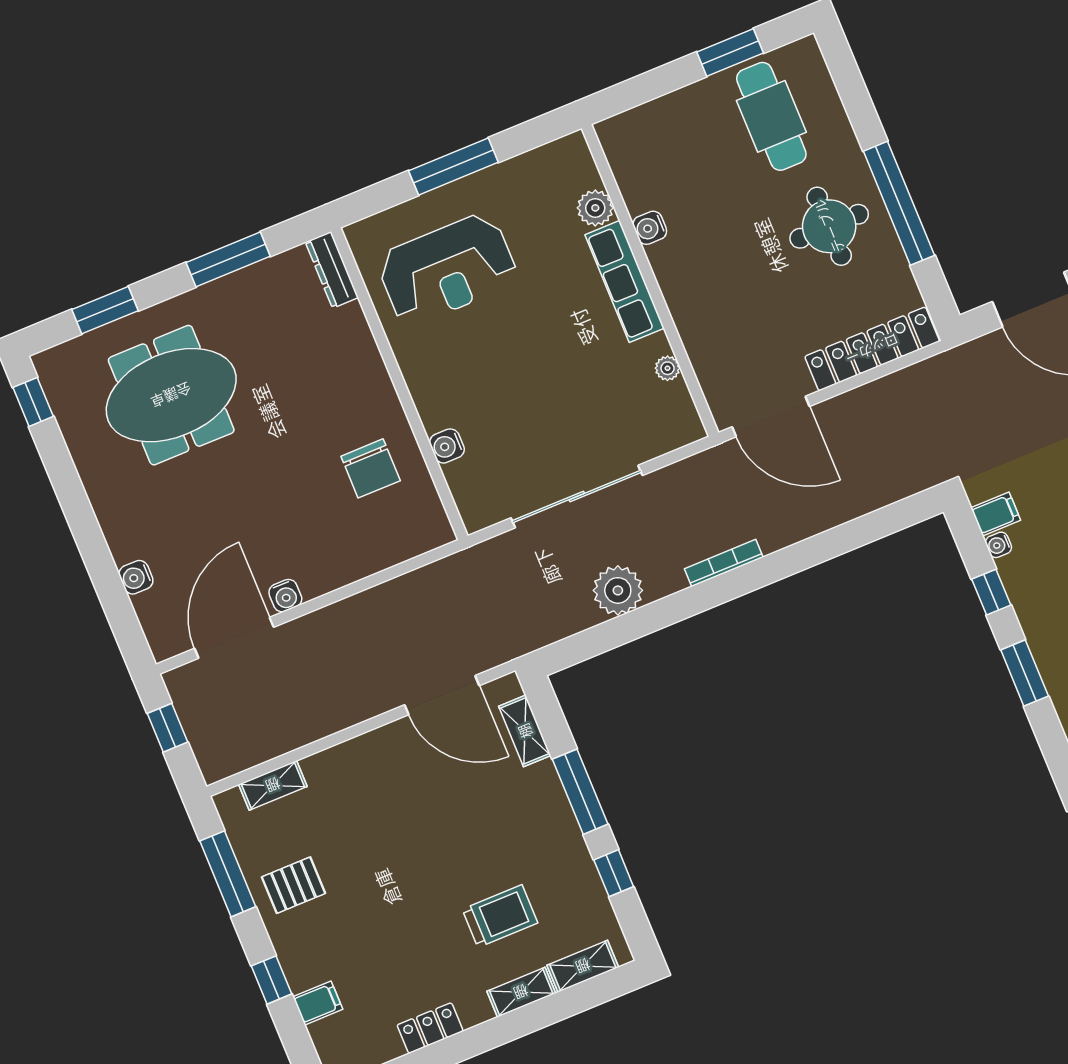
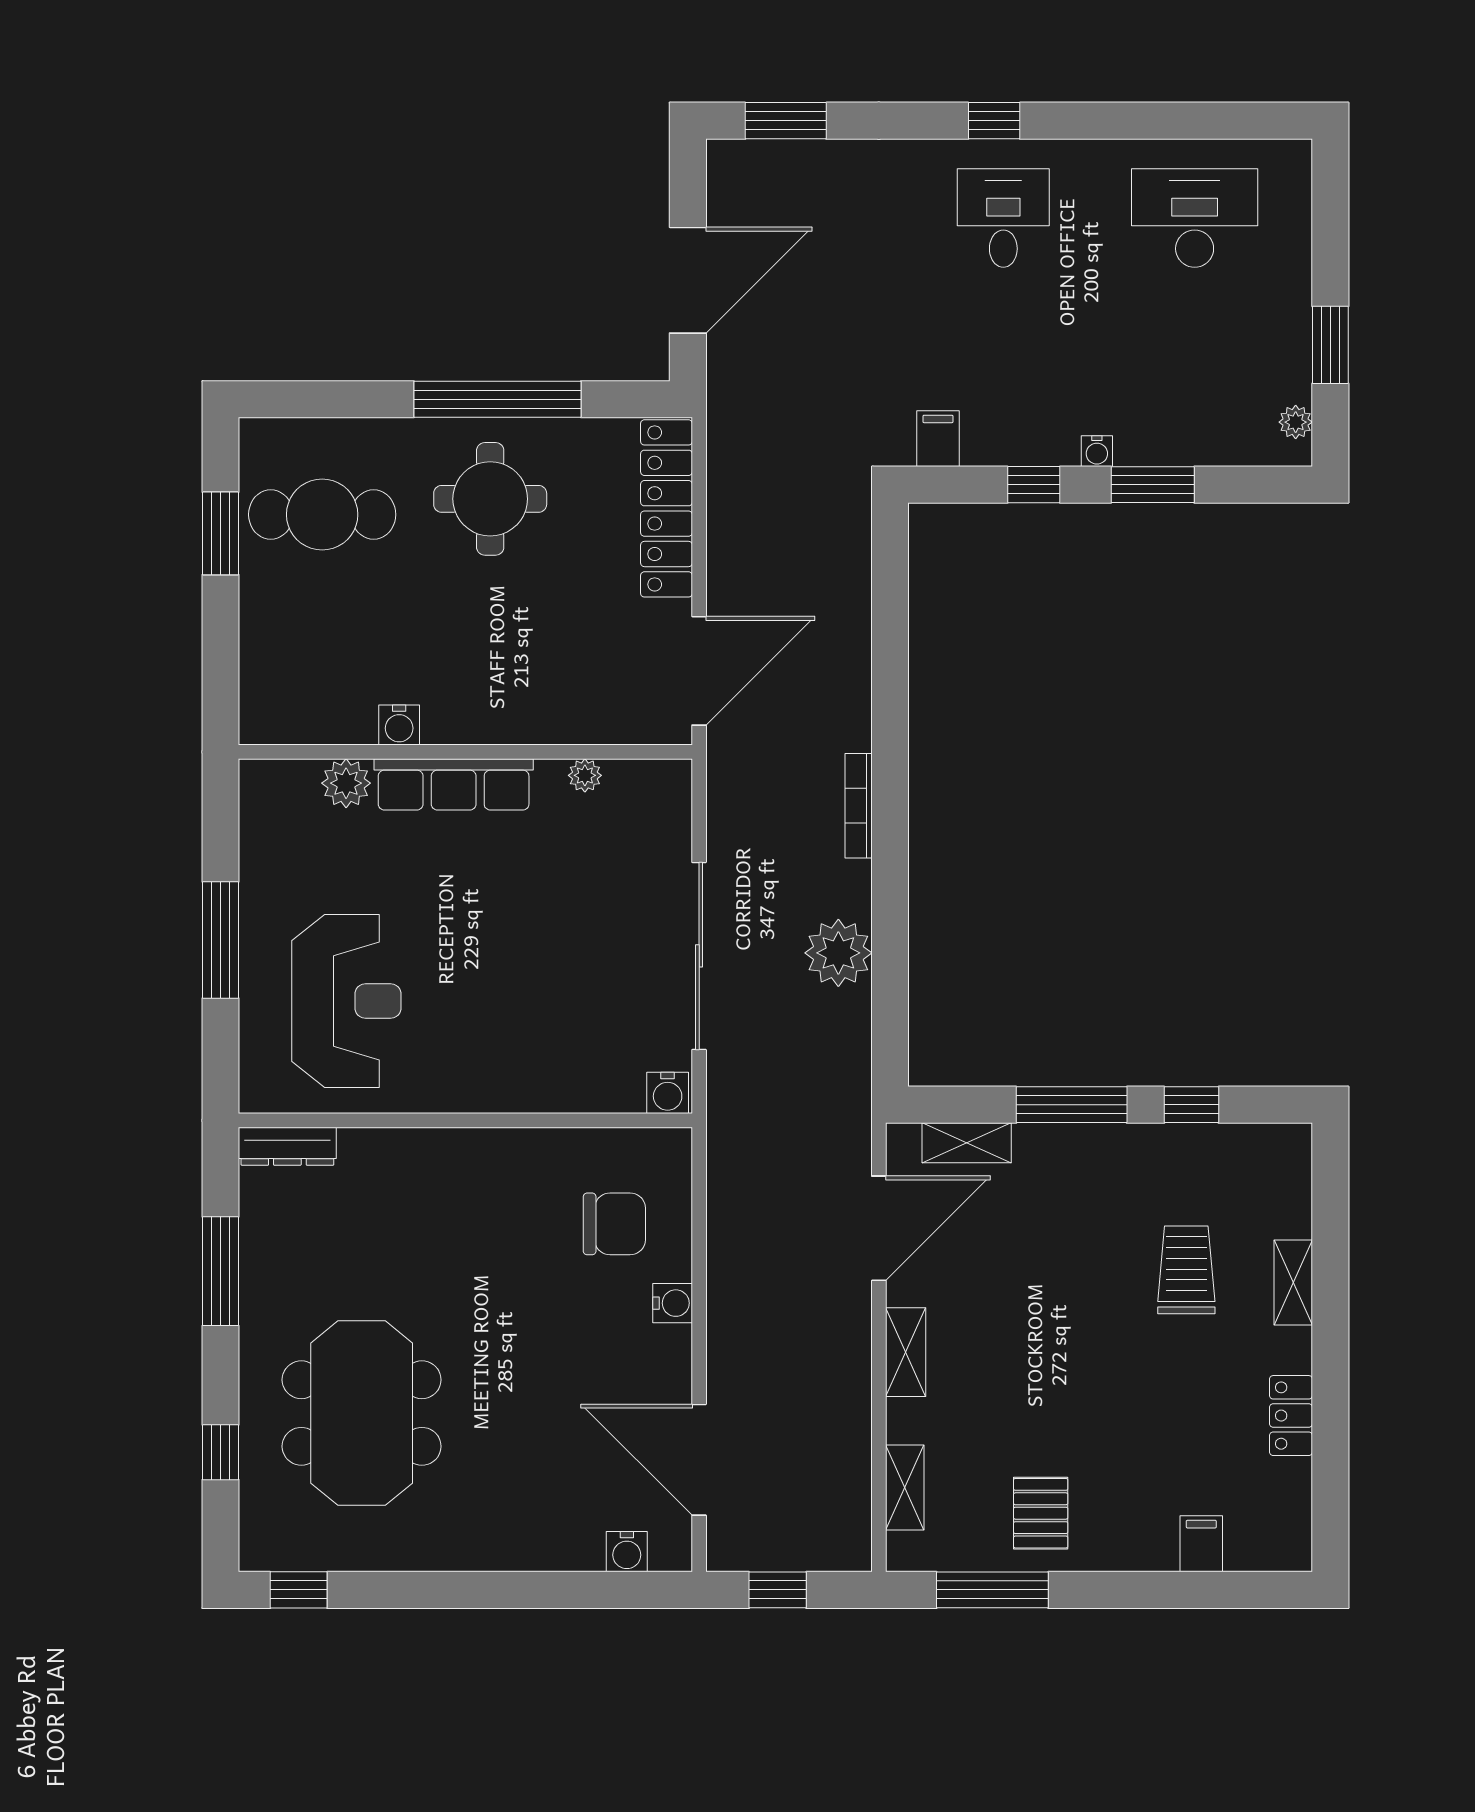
window: (105, 310) -> (221, 1452), width x0.67
water cooler: (447, 446) -> (668, 1093), moved
chair: (371, 468) -> (614, 1224), moved
water cooler: (998, 545) -> (1097, 451), moved
water cooler: (136, 577) -> (627, 1552), moved
water cooler: (285, 596) -> (673, 1303), moved
shelving: (583, 966) -> (906, 1352), moved
window: (271, 980) -> (1148, 1590), removed

